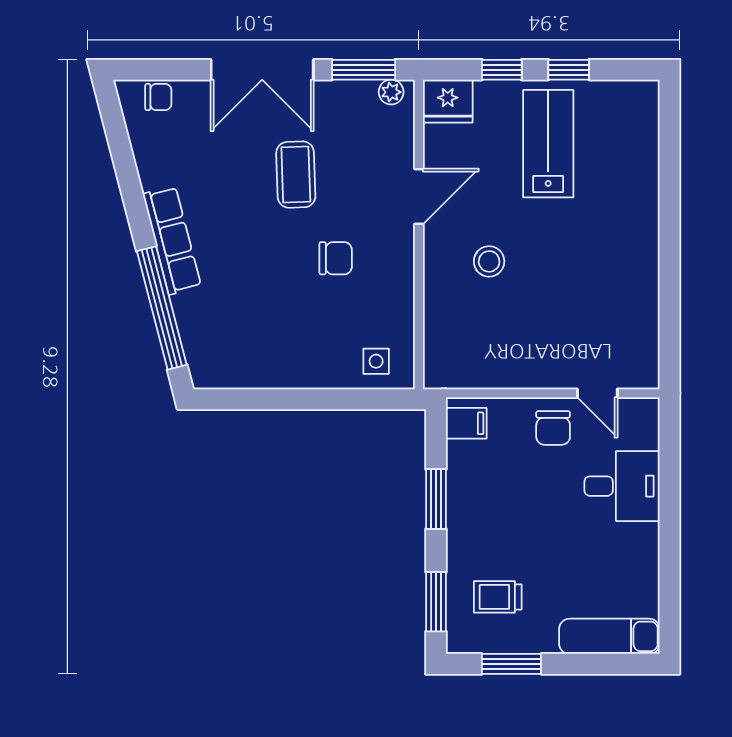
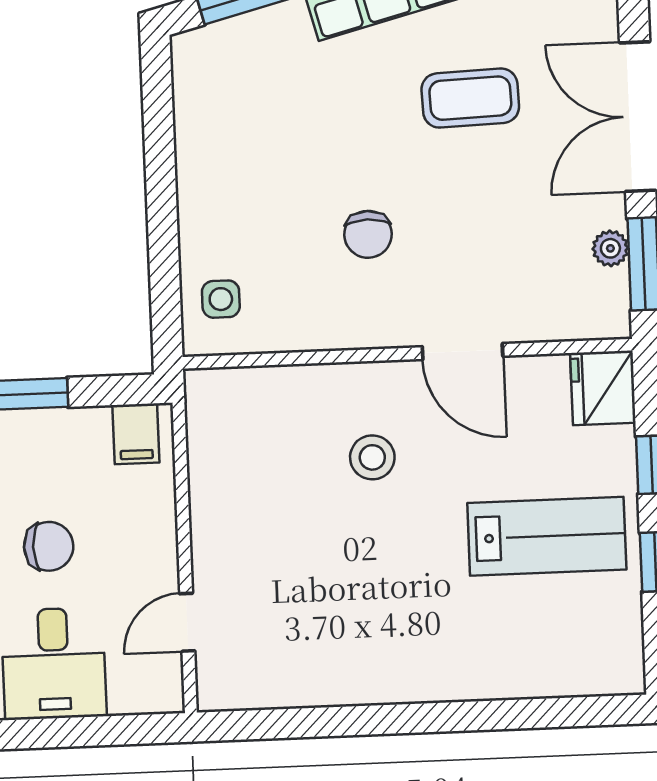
plant: (391, 92) -> (610, 248), moved
coffee table: (296, 175) -> (470, 98), moved
chair: (553, 428) -> (49, 546), moved, turned 180

